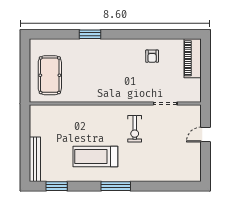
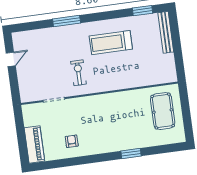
door: (205, 135) -> (11, 59), moved
treadmill: (95, 157) -> (111, 43), turned 180
window: (116, 186) -> (67, 21), moved

